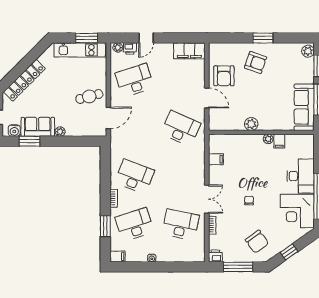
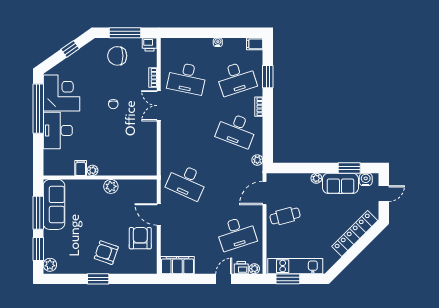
plant: (115, 149) -> (257, 160), added
filing cabinet: (216, 159) -> (149, 149), removed
chair: (257, 242) -> (117, 56), moved, turned -54

